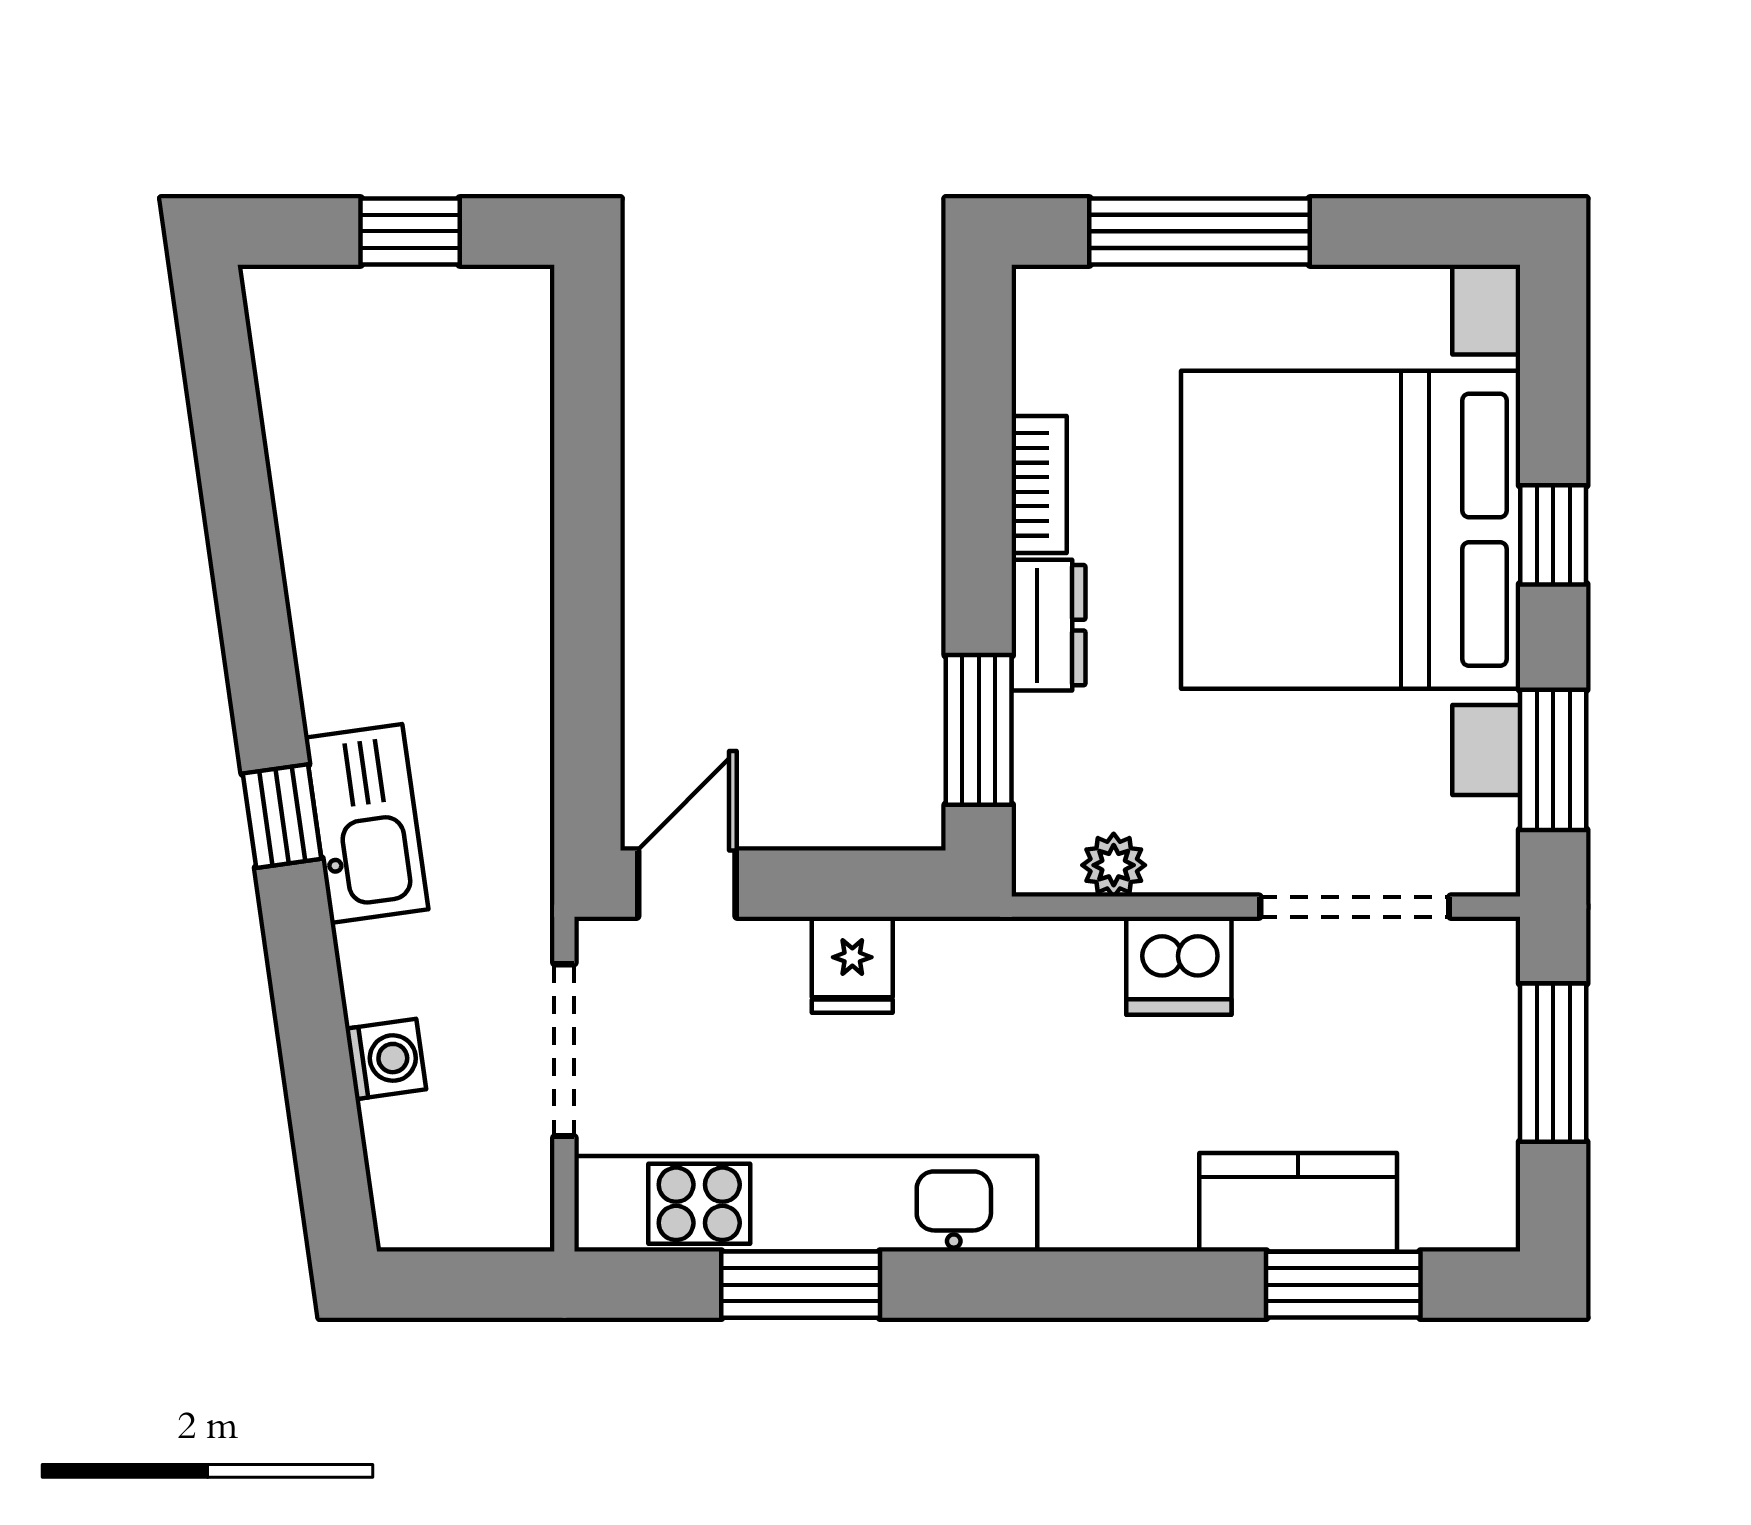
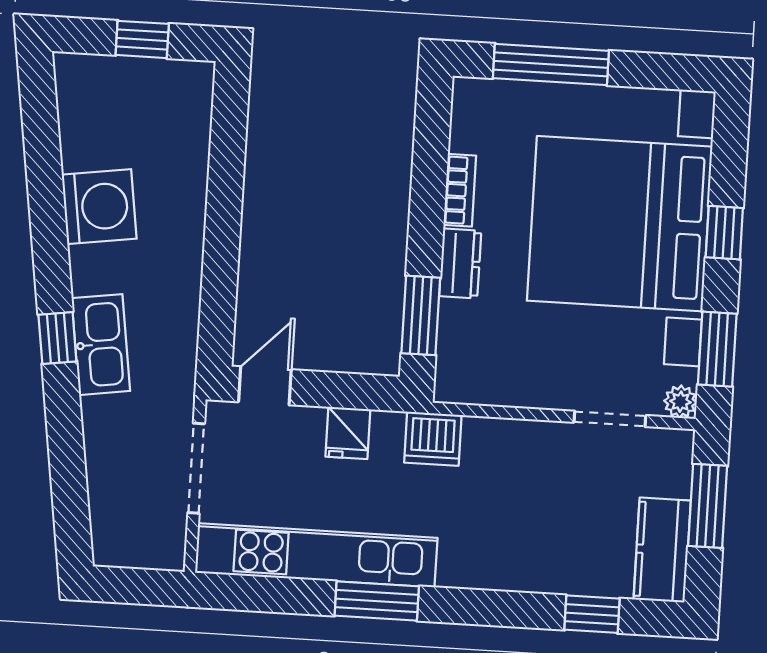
plant: (1114, 865) -> (680, 402), moved
doorway: (1355, 907) -> (610, 419), width x0.73
dishwasher: (1179, 966) -> (433, 439), moved
washing machine: (386, 1059) -> (99, 207), moved, width x1.89, depth x1.89
kitchen counter: (1298, 1202) -> (662, 550), moved, turned -90
window: (801, 1285) -> (377, 601), moved
window: (1343, 1285) -> (592, 614), width x0.67

